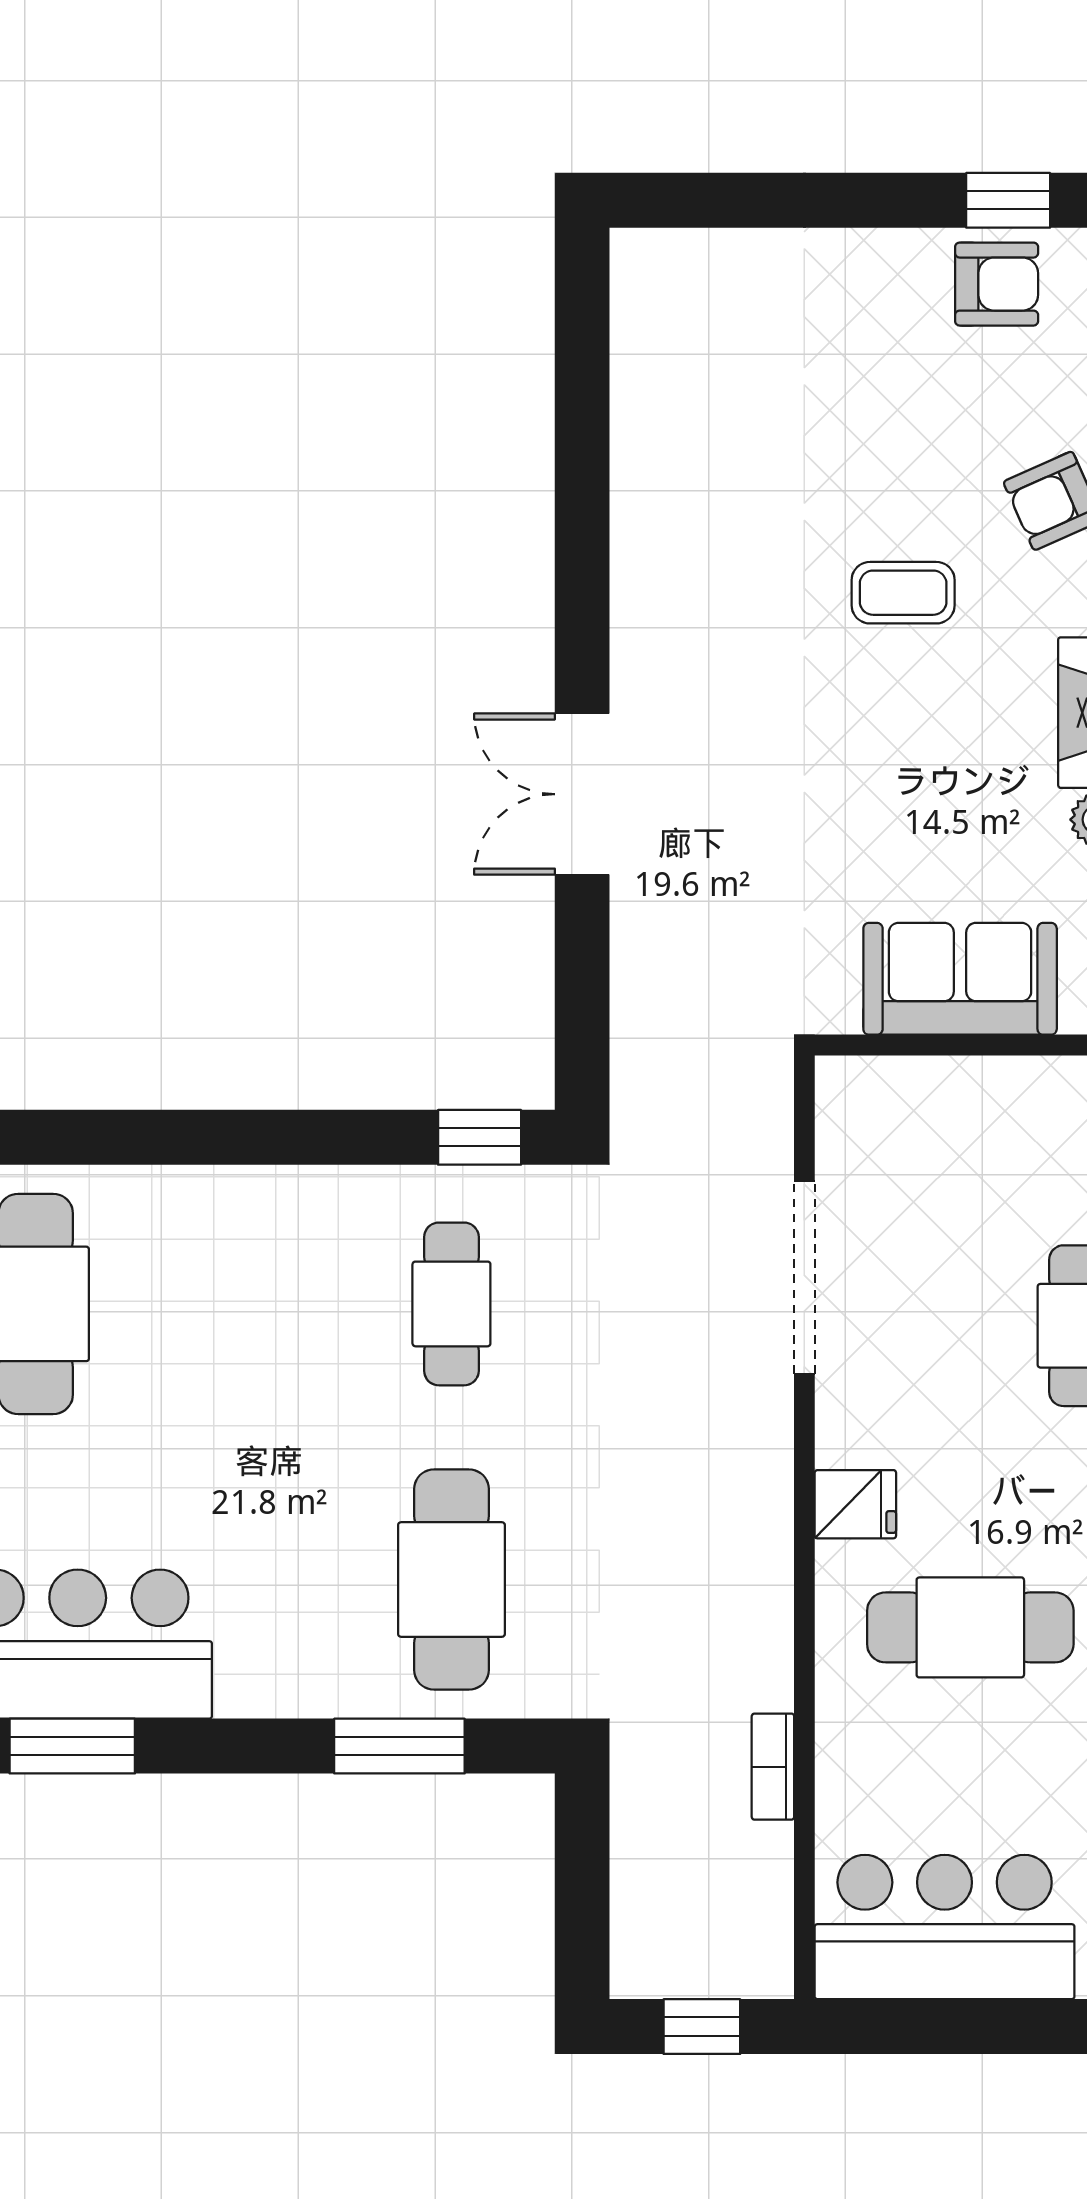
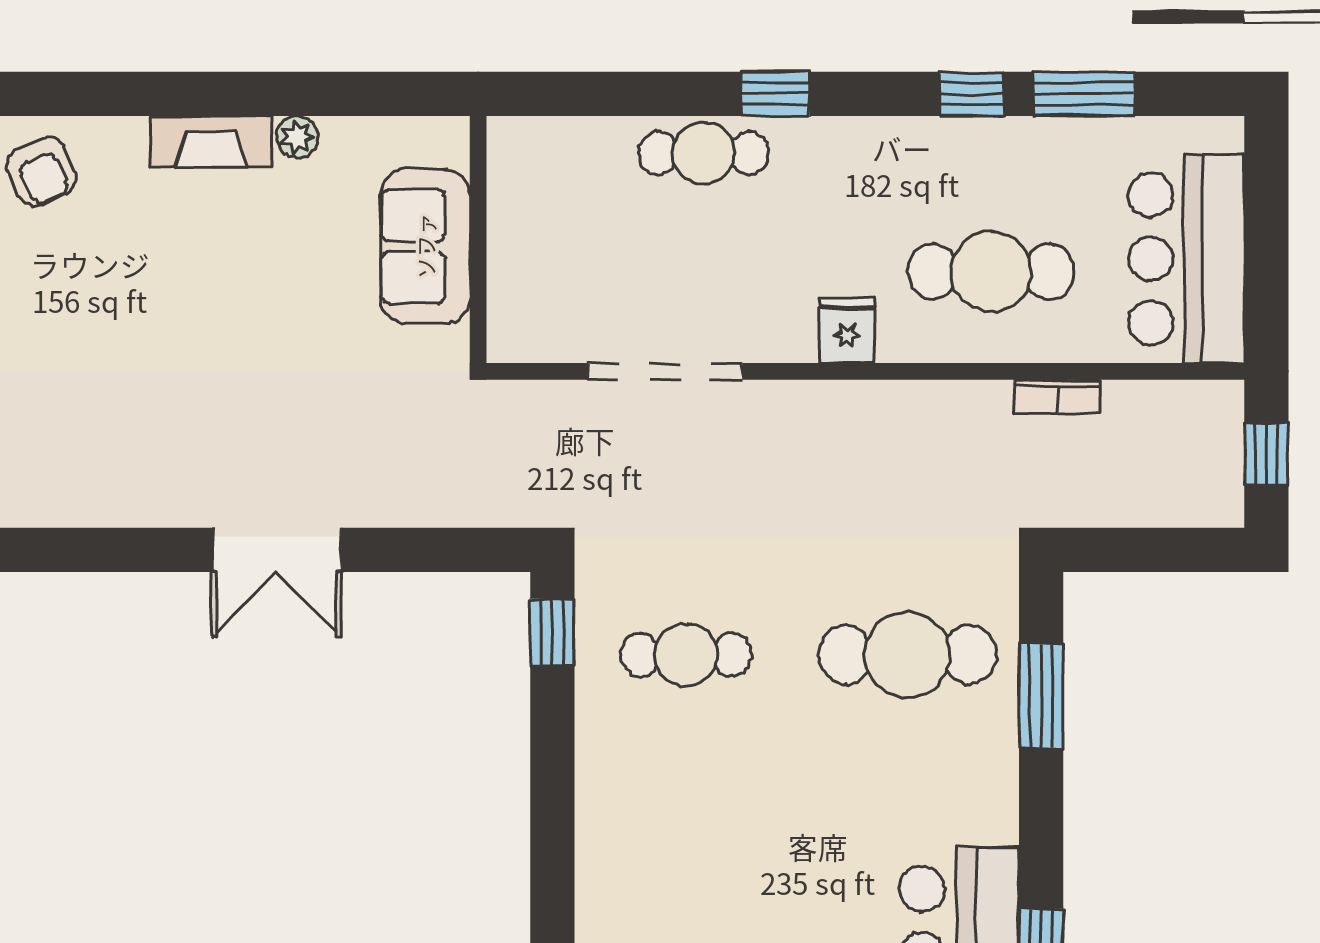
coffee table: (903, 593) -> (115, 292), removed
cafe table: (970, 1627) -> (991, 272), moved, turned 90

